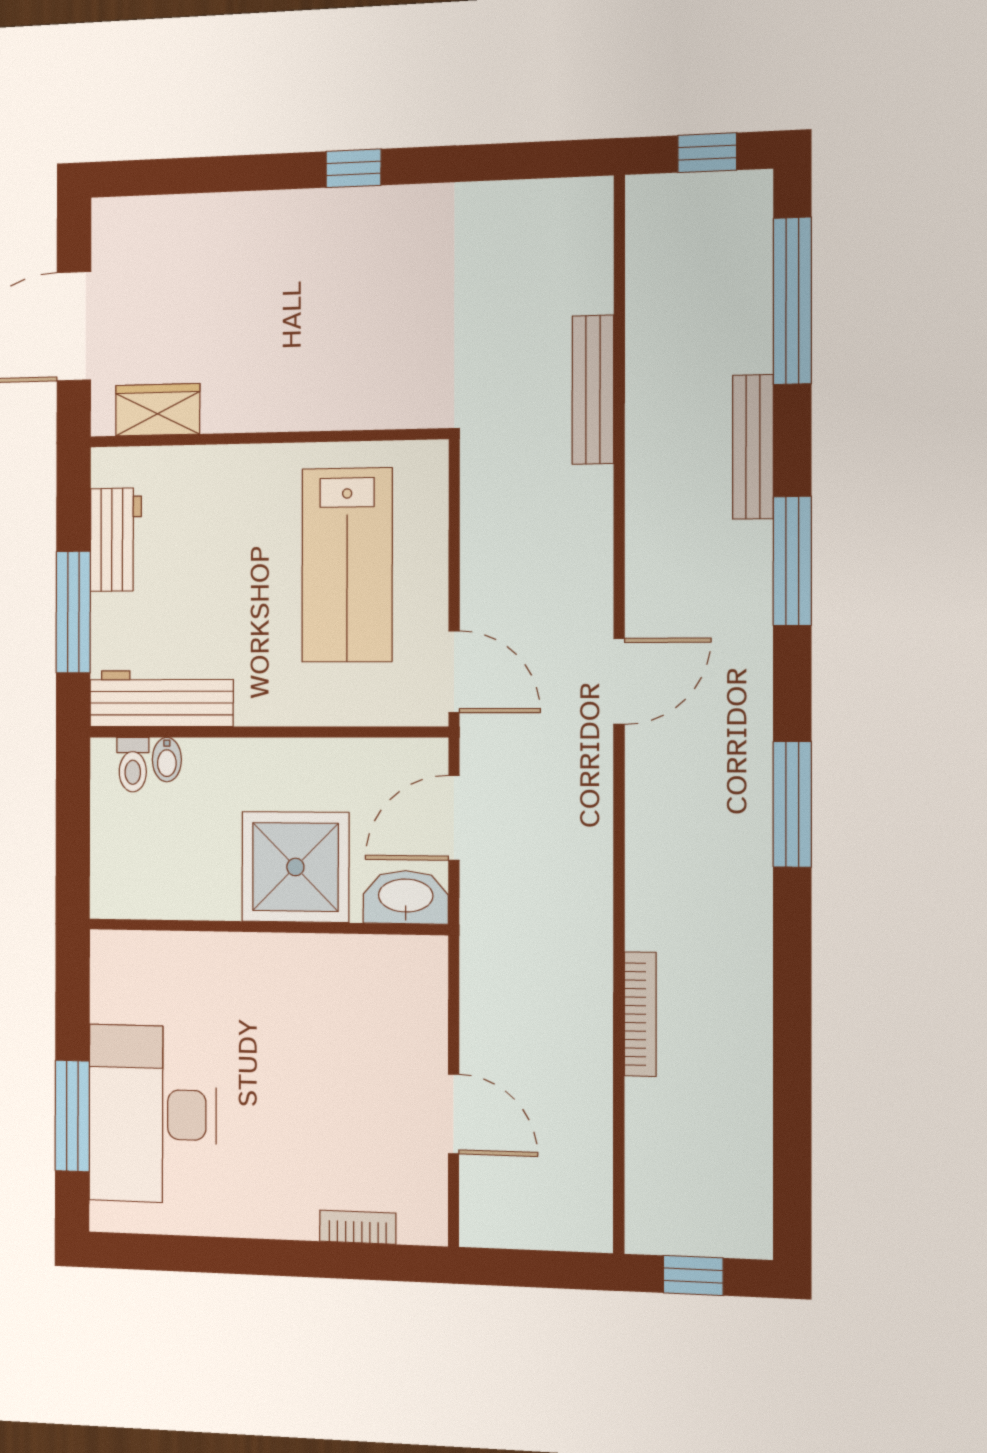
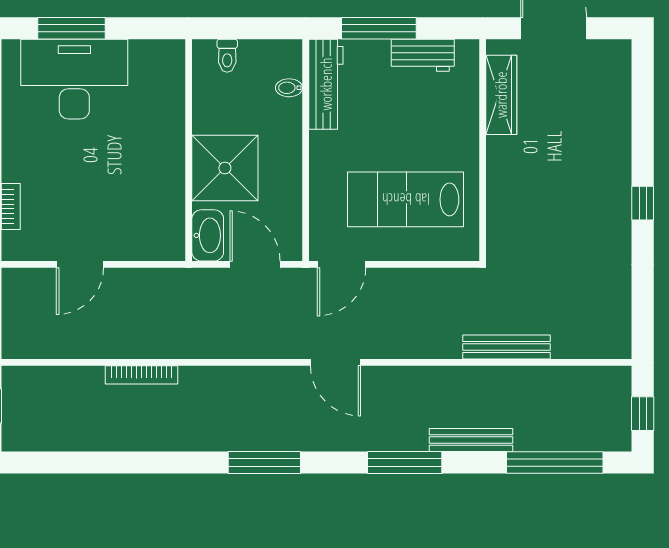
wardrobe: (158, 410) -> (501, 95), width x1.50
toilet: (133, 765) -> (227, 56), moved, turned -90

